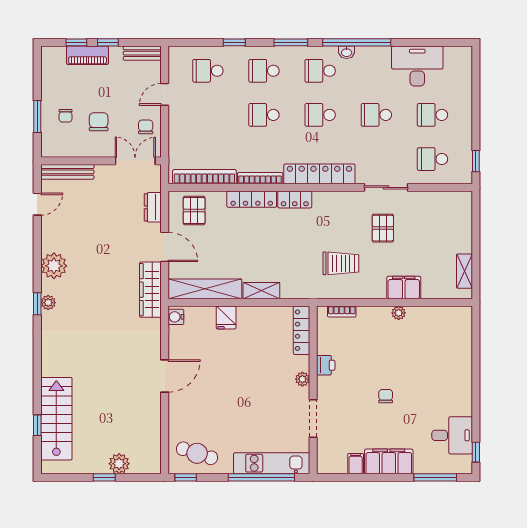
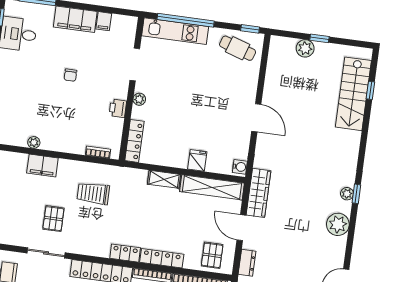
plant: (399, 313) -> (34, 142), moved
door: (165, 376) -> (256, 118), swing flipped

